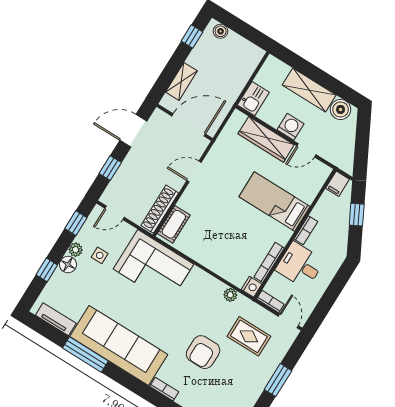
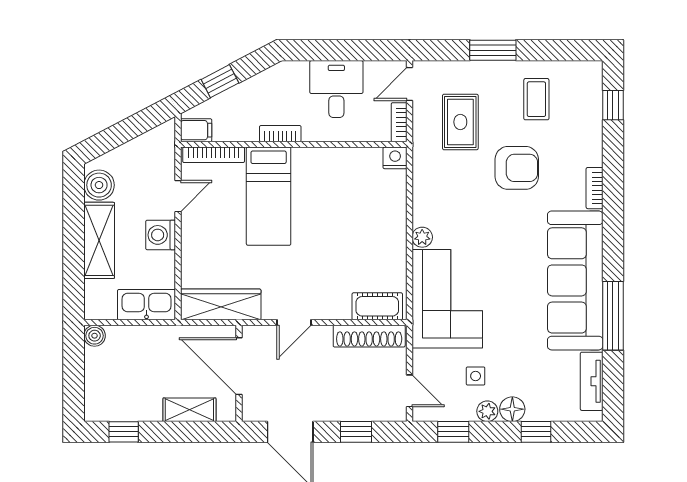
boiler: (221, 31) -> (95, 336), moved
kitchen sink: (253, 99) -> (146, 305), width x1.38
wardrobe: (266, 139) -> (221, 304), moved, turned -90
door: (306, 150) -> (178, 196), hinge flipped
door: (194, 171) -> (294, 322), hinge flipped
bookcase: (269, 262) -> (214, 155), moved
desk: (300, 265) -> (336, 89), moved, turned 180
plant: (230, 295) -> (422, 237), moved
coffee table: (235, 387) -> (536, 99), added

